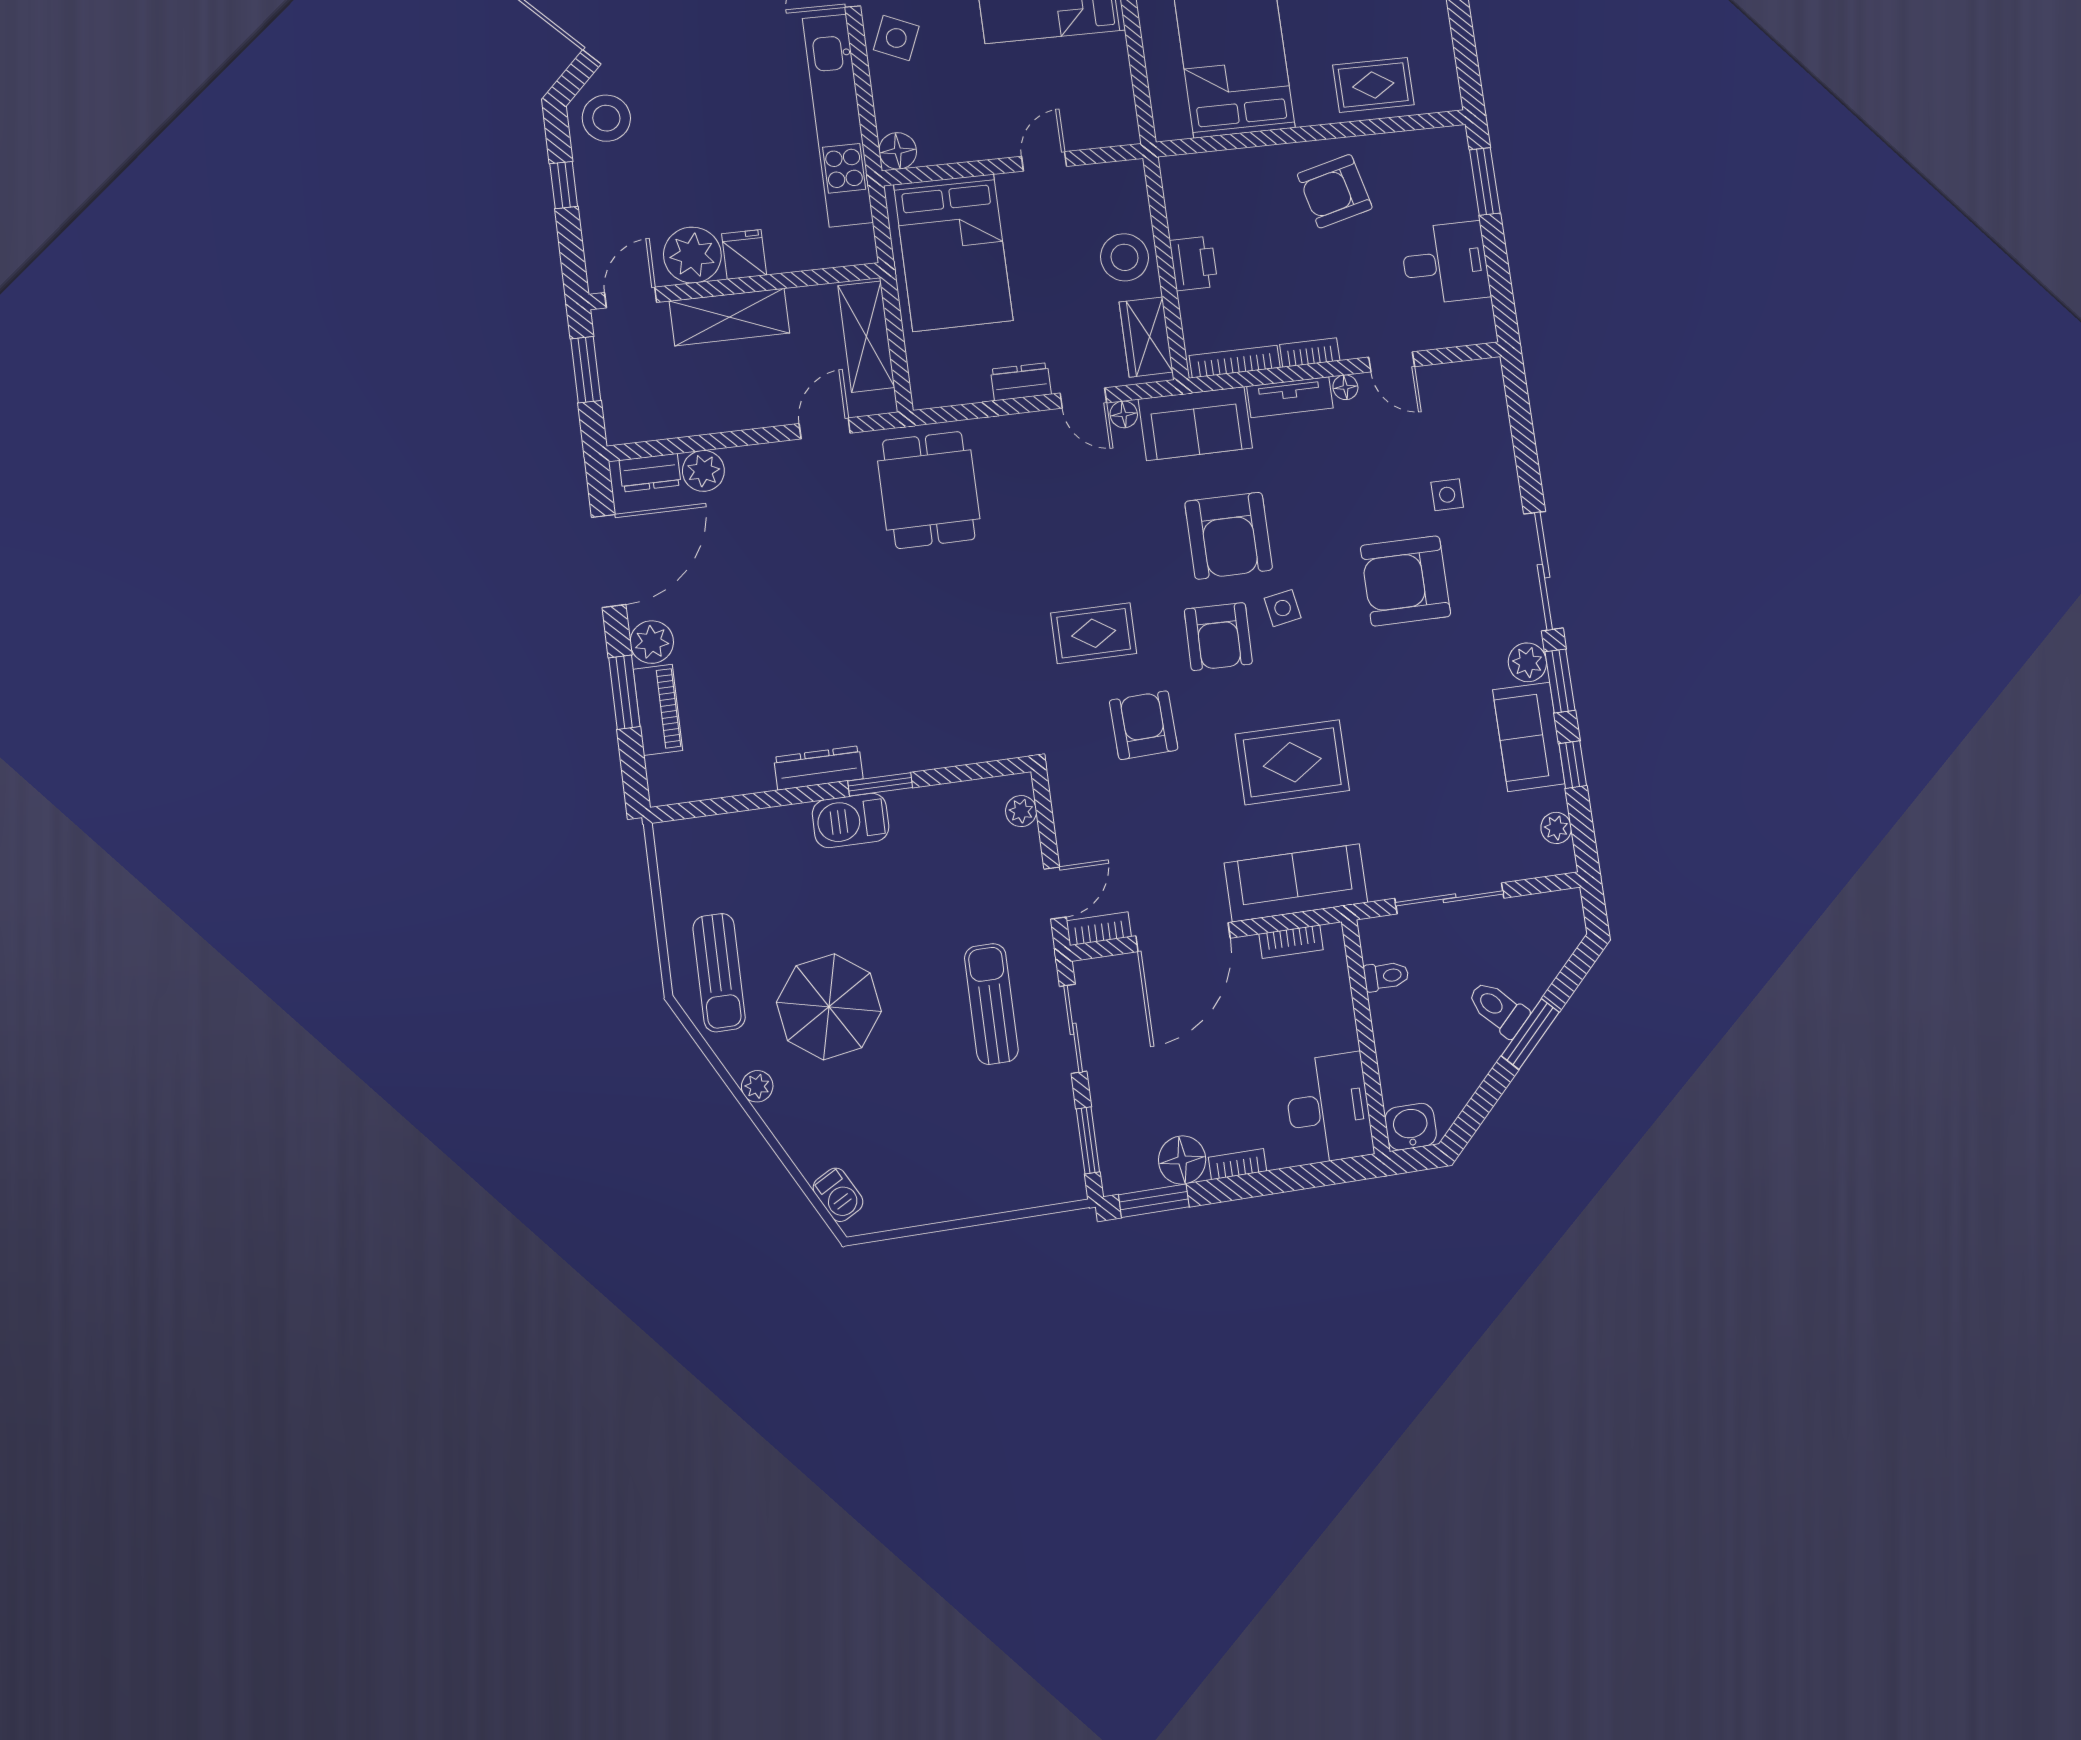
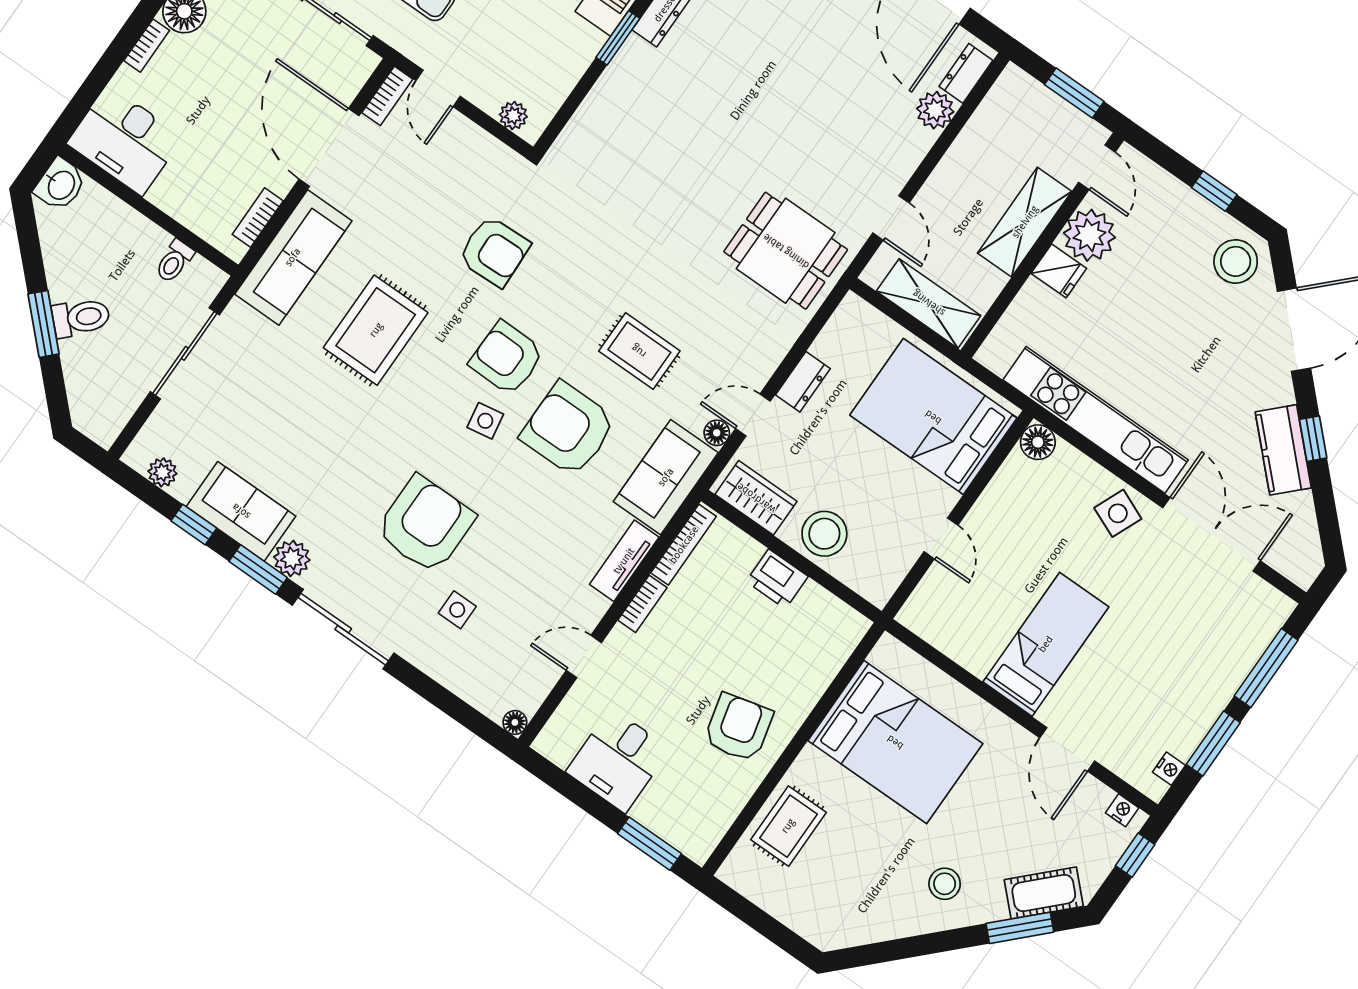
floor lamp: (1345, 387) -> (515, 722), moved
rug: (1094, 633) -> (639, 351), moved, turned 90

